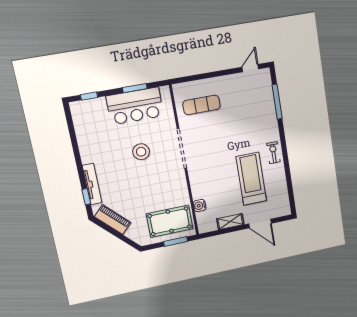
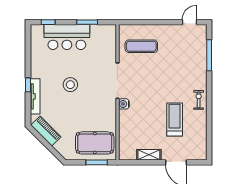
bar counter: (135, 106) -> (67, 37), moved
stool: (141, 152) -> (70, 85), moved
treadmill: (251, 179) -> (175, 119), width x0.73, depth x0.73
window: (86, 197) -> (28, 85), moved
water cooler: (200, 205) -> (124, 104), moved

